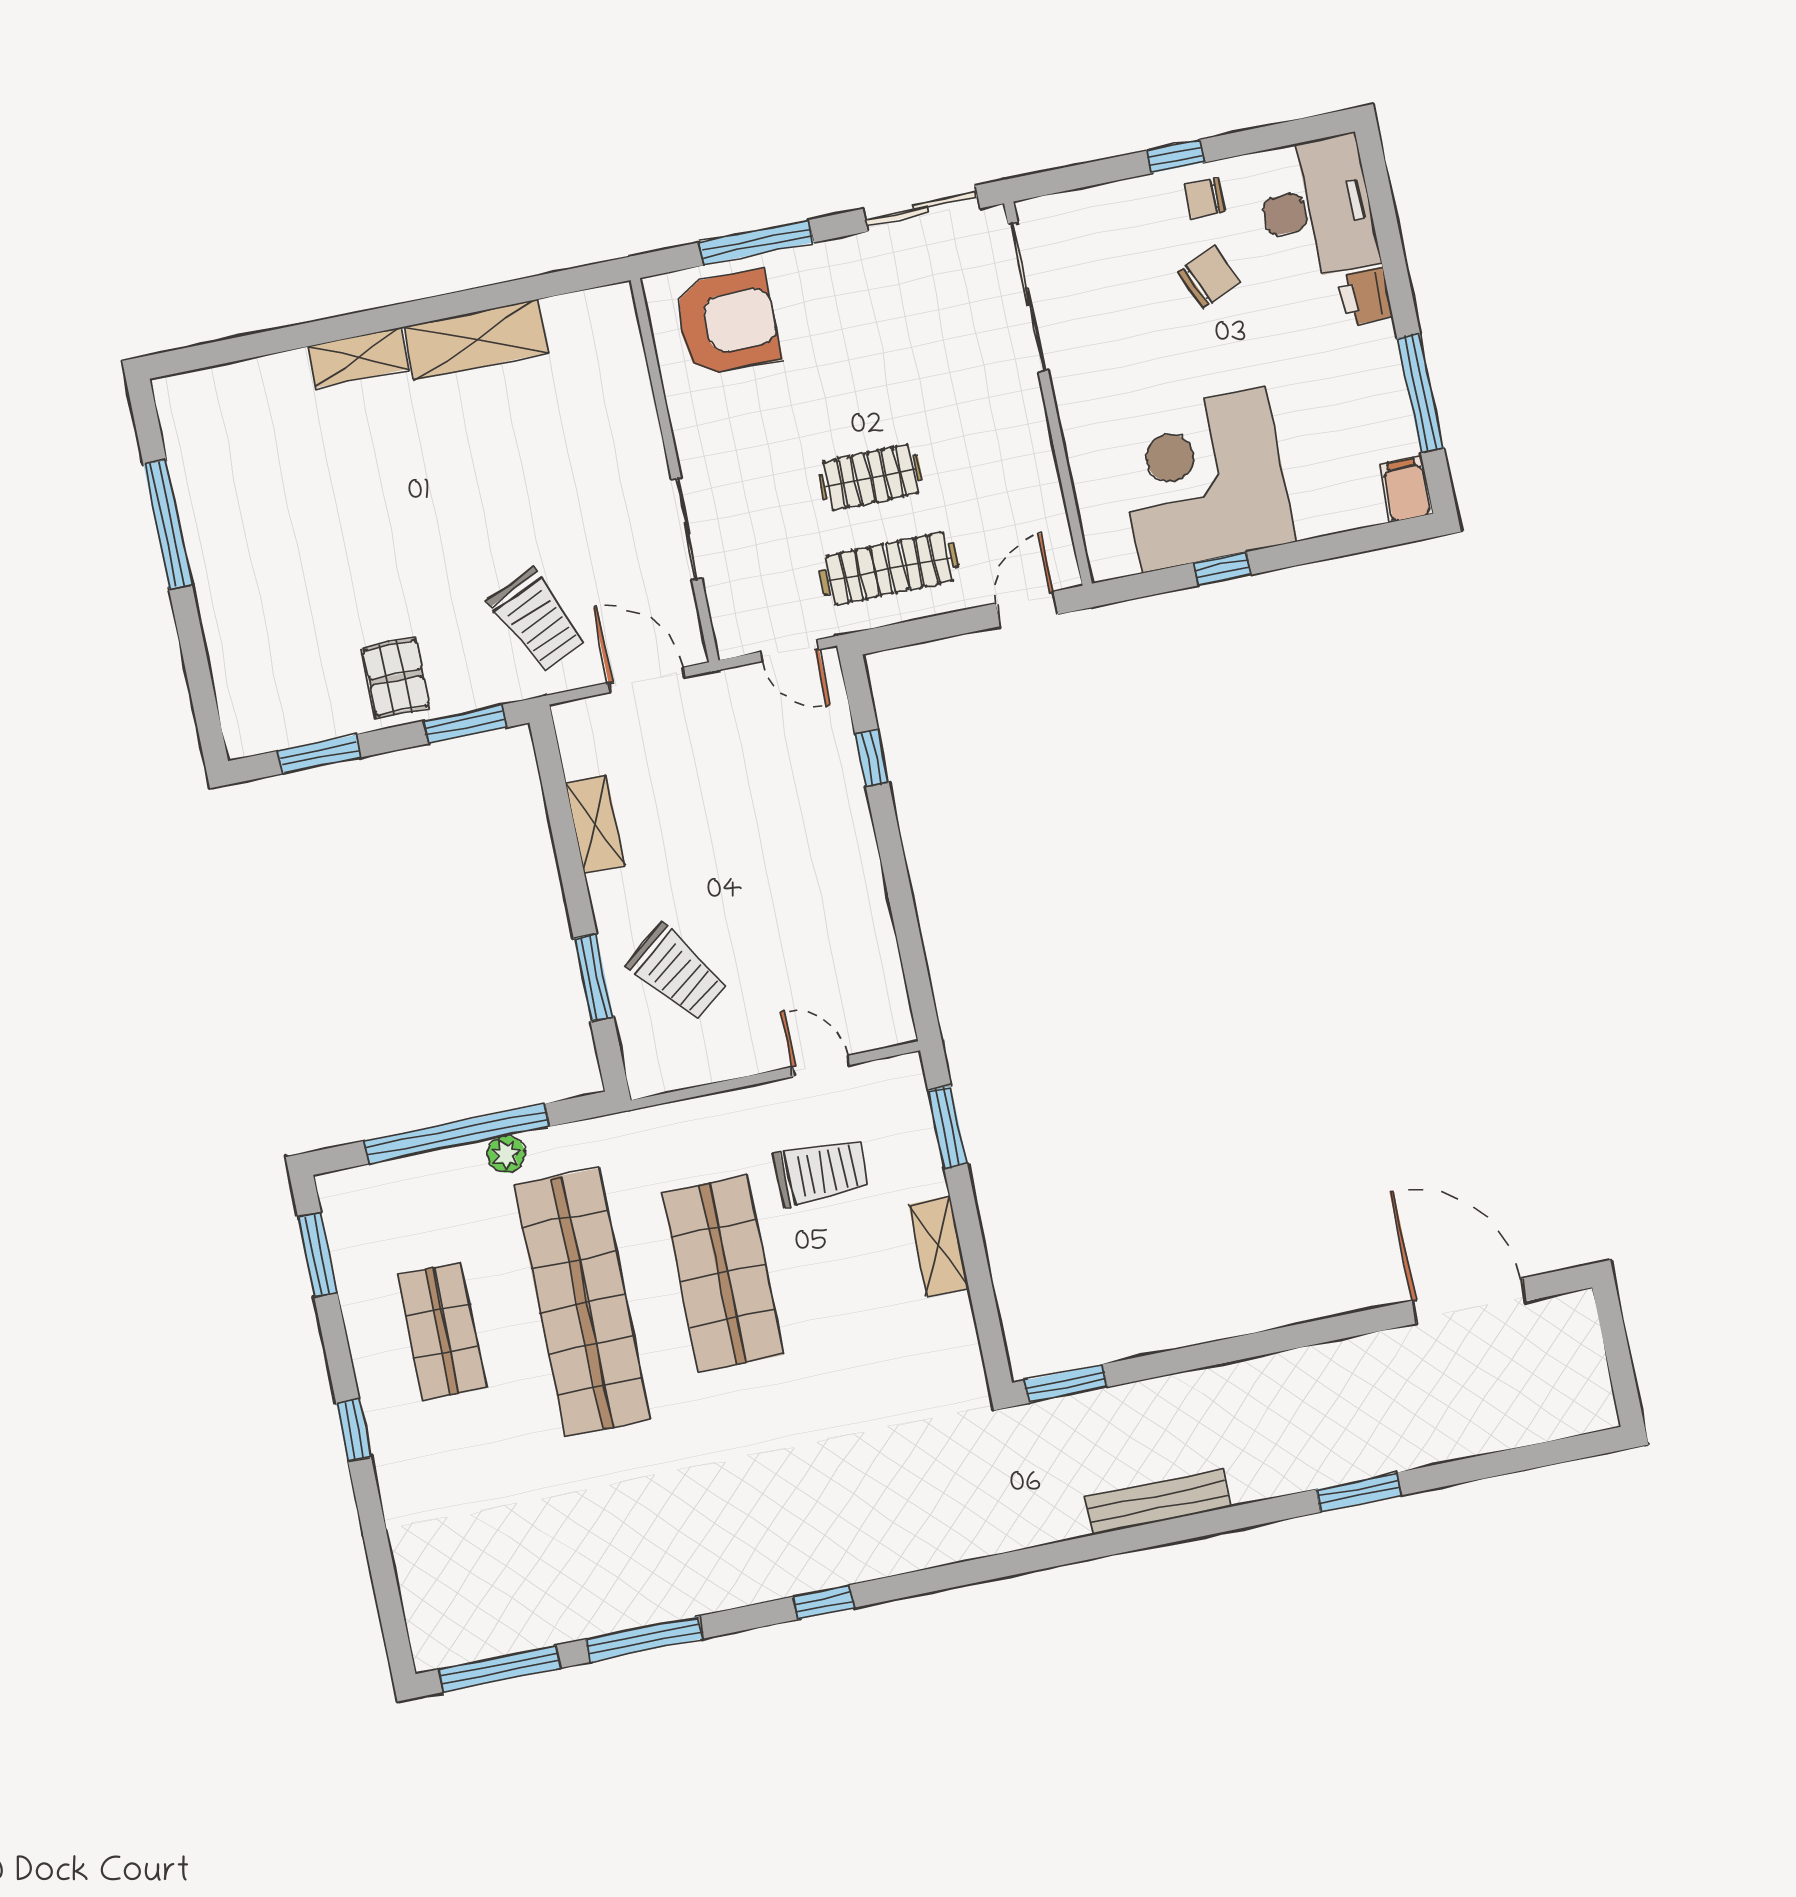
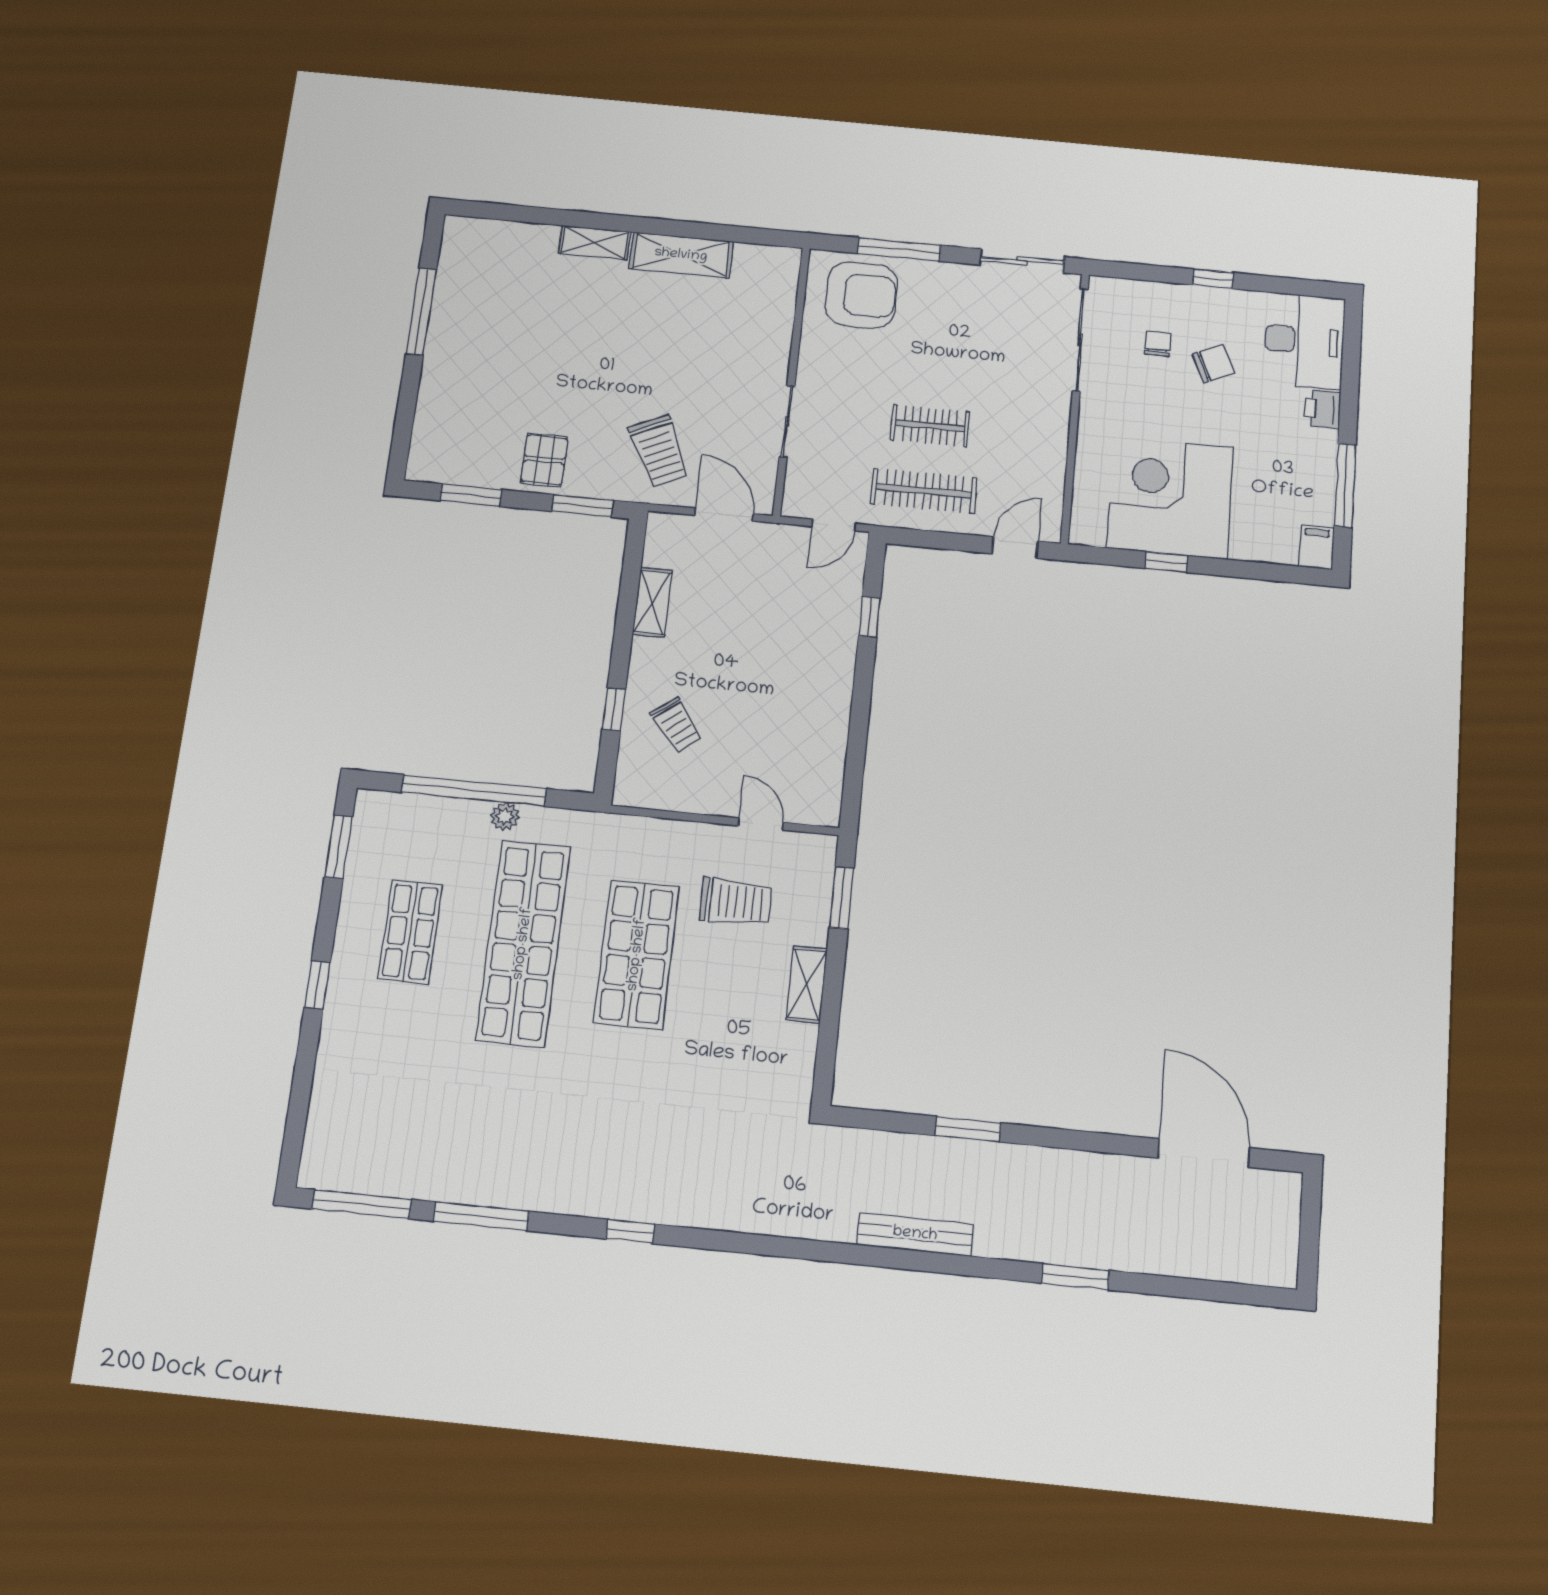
chair: (1205, 198) -> (1158, 344), moved, turned 90
door: (790, 651) -> (834, 525), hinge flipped
trolley: (677, 973) -> (677, 725), width x0.73, depth x0.72
window: (594, 978) -> (614, 709), width x0.67
window: (1066, 1384) -> (968, 1129), moved

